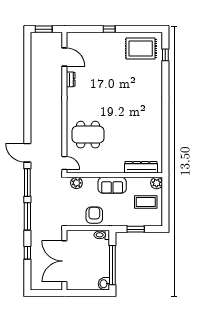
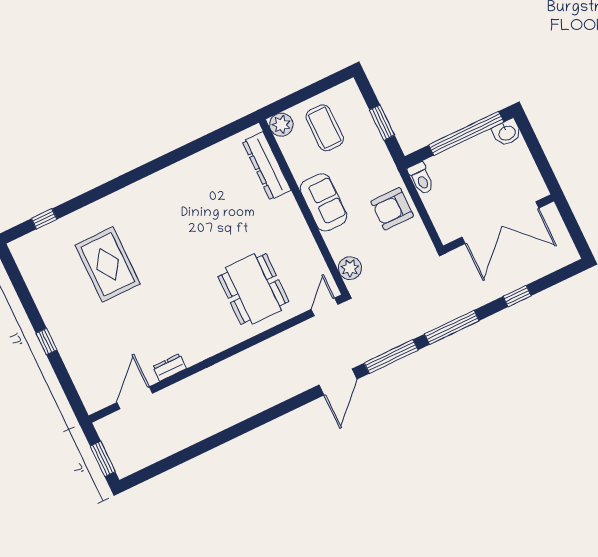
rug: (141, 49) -> (108, 264), moved

